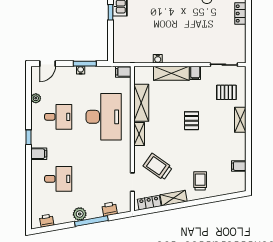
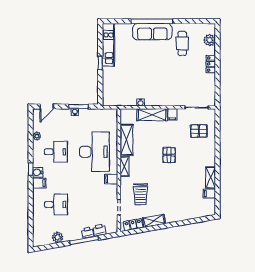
filing cabinet: (123, 72) -> (111, 179), moved
shelving: (240, 120) -> (211, 177), moved
water cooler: (37, 141) -> (38, 172), added
trolley: (158, 167) -> (140, 194), turned -125
trolley: (200, 181) -> (176, 206), removed
plant: (80, 214) -> (58, 237), moved
printer: (47, 221) -> (88, 233), moved

